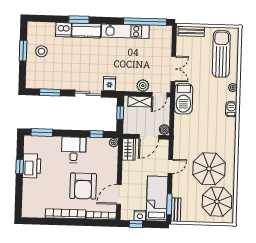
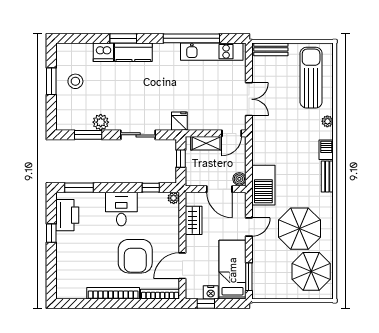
window: (145, 22) -> (191, 38), moved
kitchen unit: (125, 31) -> (212, 52), moved
fridge: (109, 84) -> (179, 121), moved
plant: (143, 86) -> (101, 122), moved
barbecue: (184, 99) -> (263, 185), moved
door: (149, 137) -> (219, 189), hinge flipped
wardrobe: (129, 149) -> (194, 220), moved
printer: (32, 166) -> (67, 215), moved
bench: (176, 210) -> (327, 176), moved

